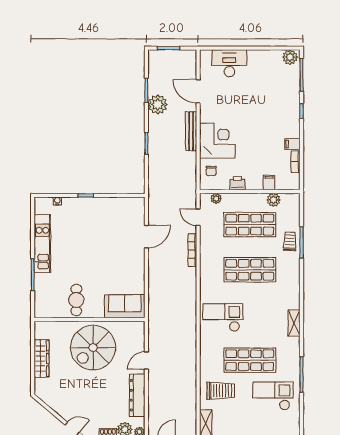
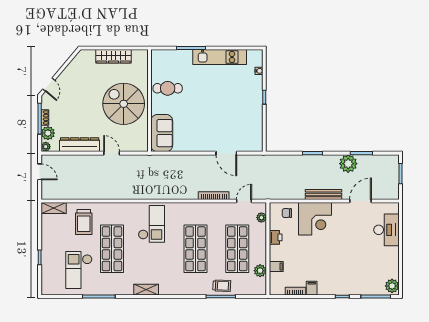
checkout: (273, 396) -> (79, 270), turned 180

